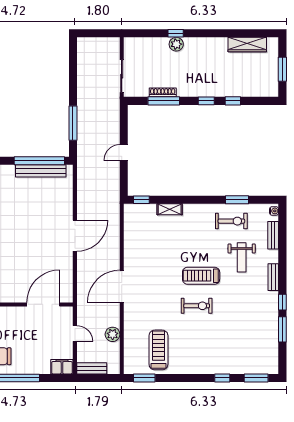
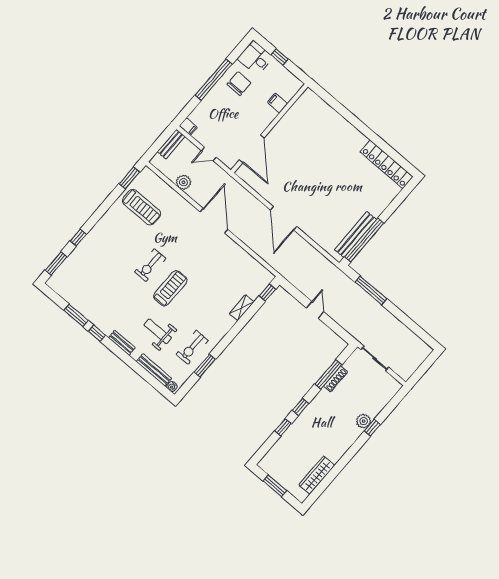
bench: (273, 235) -> (154, 370), width x1.36
filing cabinet: (62, 367) -> (188, 127), width x0.50

